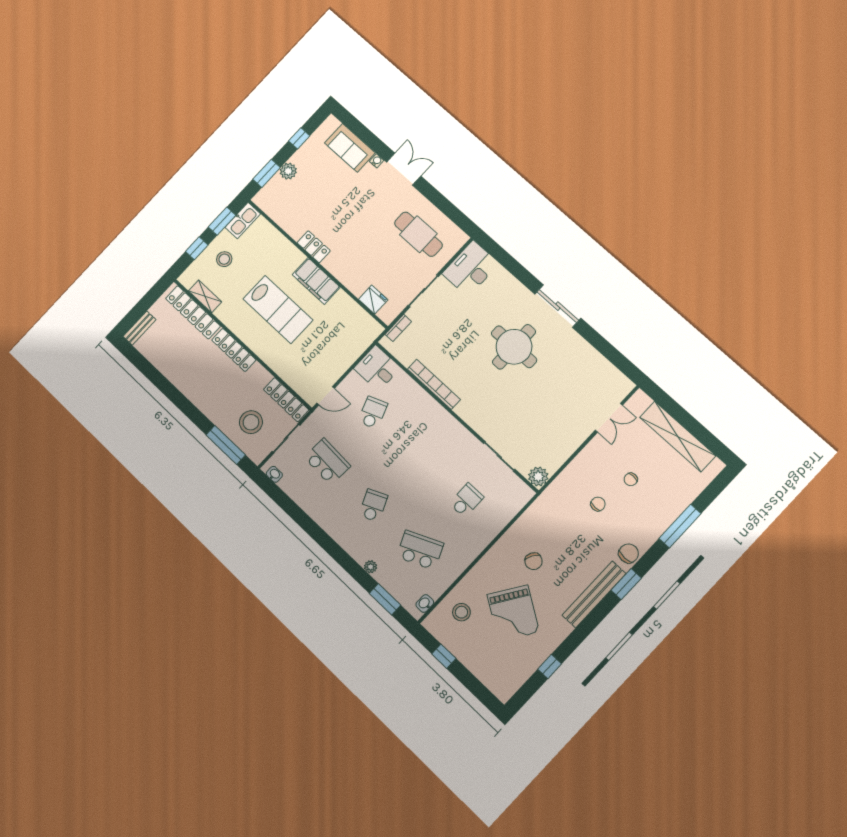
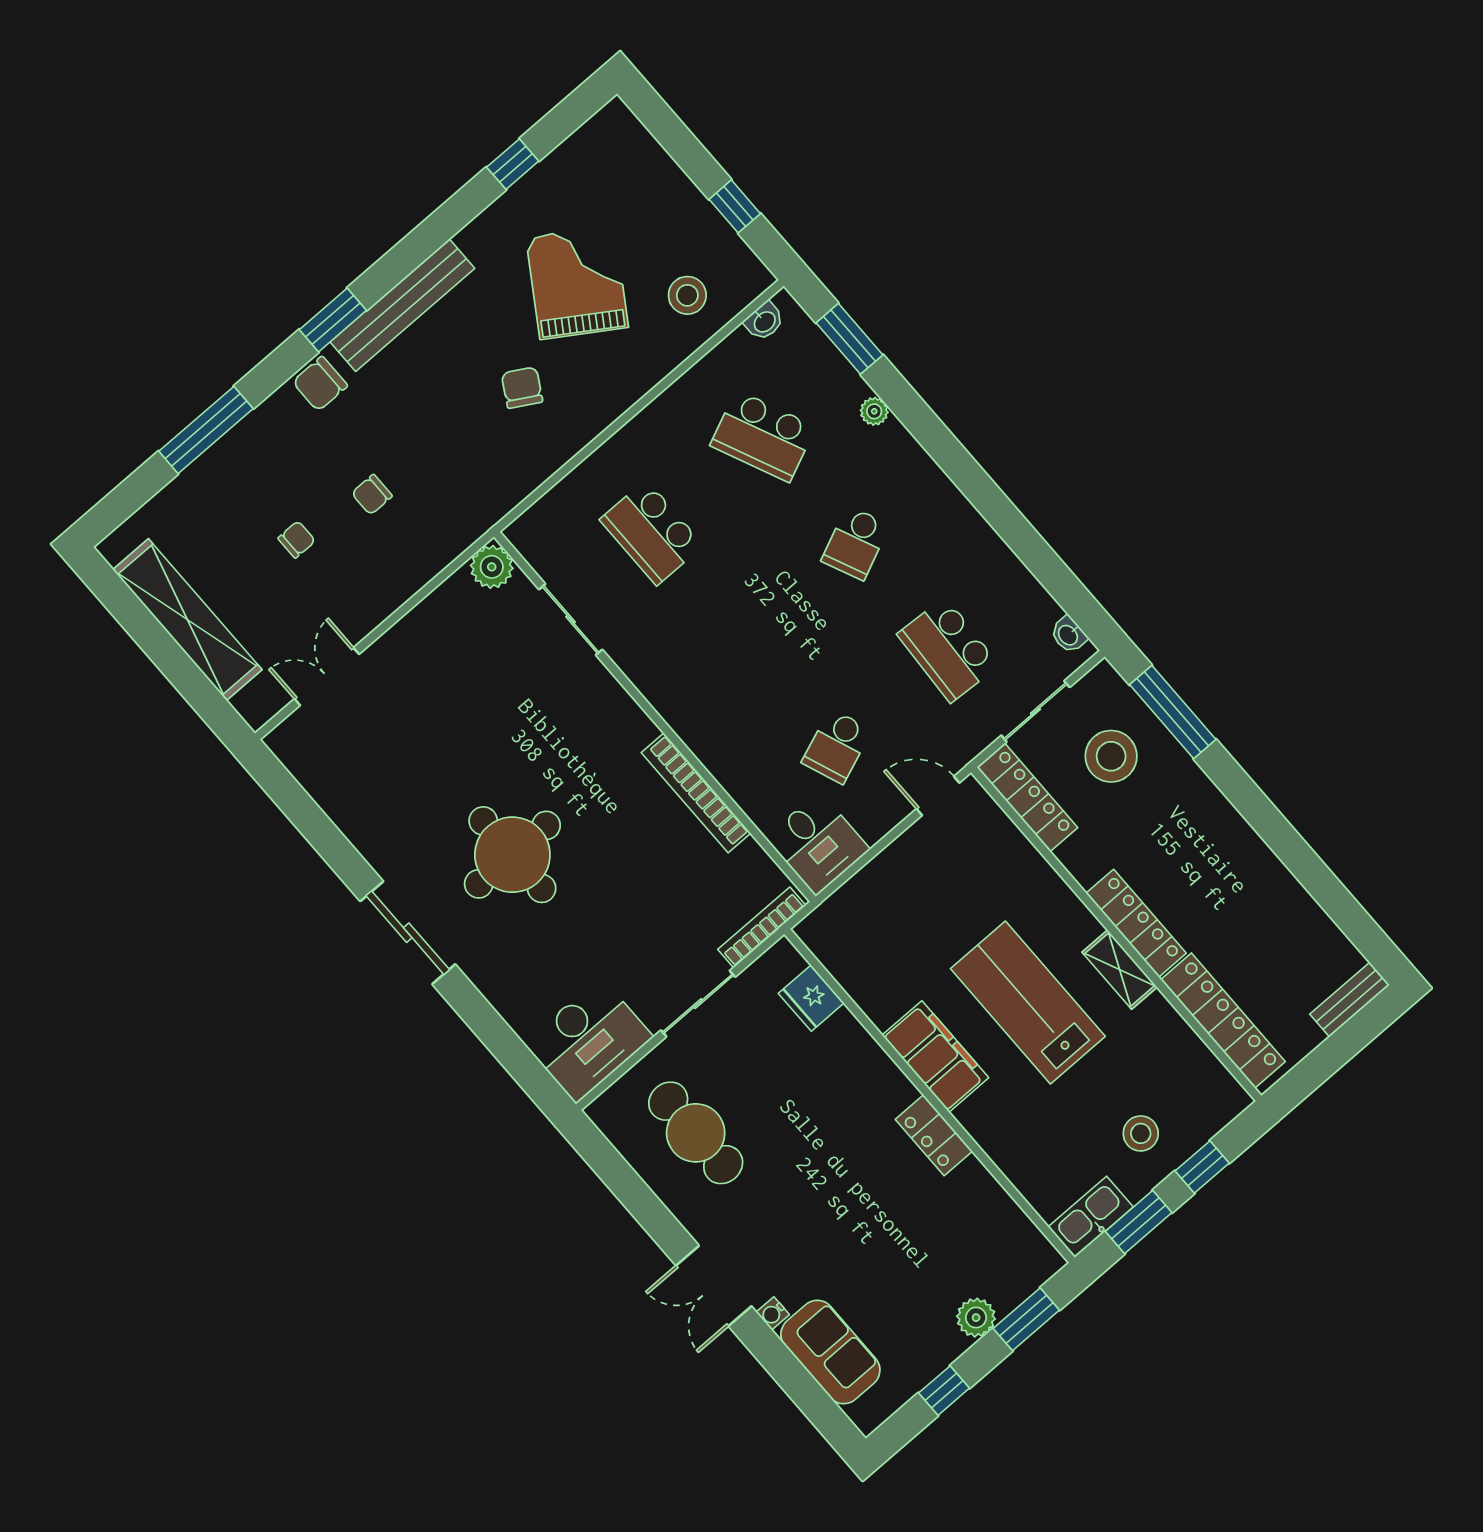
shelving: (205, 296) -> (1120, 970), moved
bookcase: (398, 328) -> (762, 927), width x1.56
school desk: (466, 500) -> (651, 533), width x1.85

